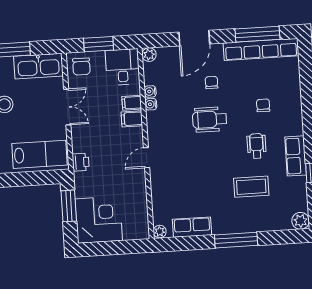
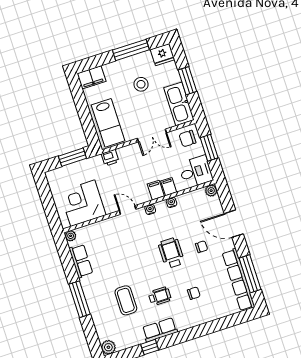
water cooler: (150, 91) -> (150, 209), moved
corner desk: (99, 220) -> (83, 203), moved, turned 180

